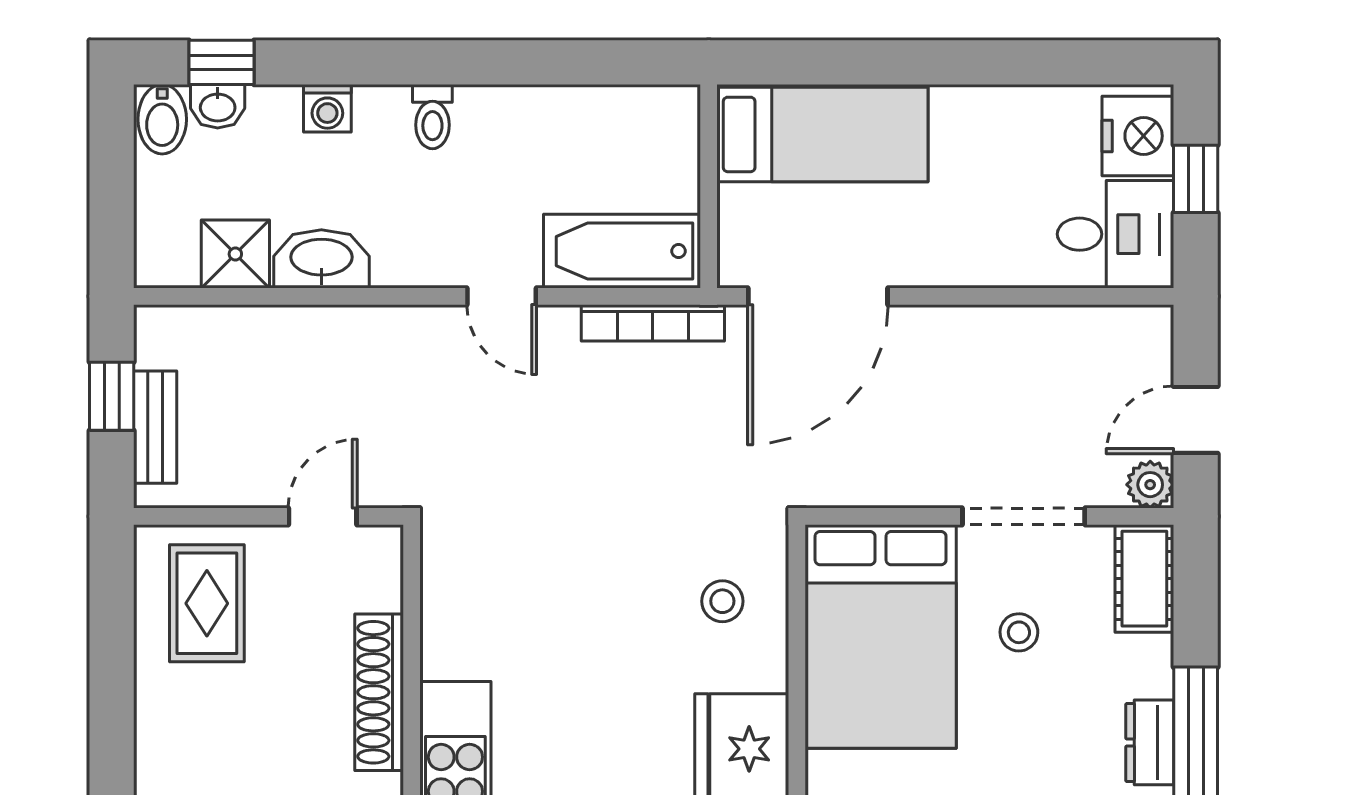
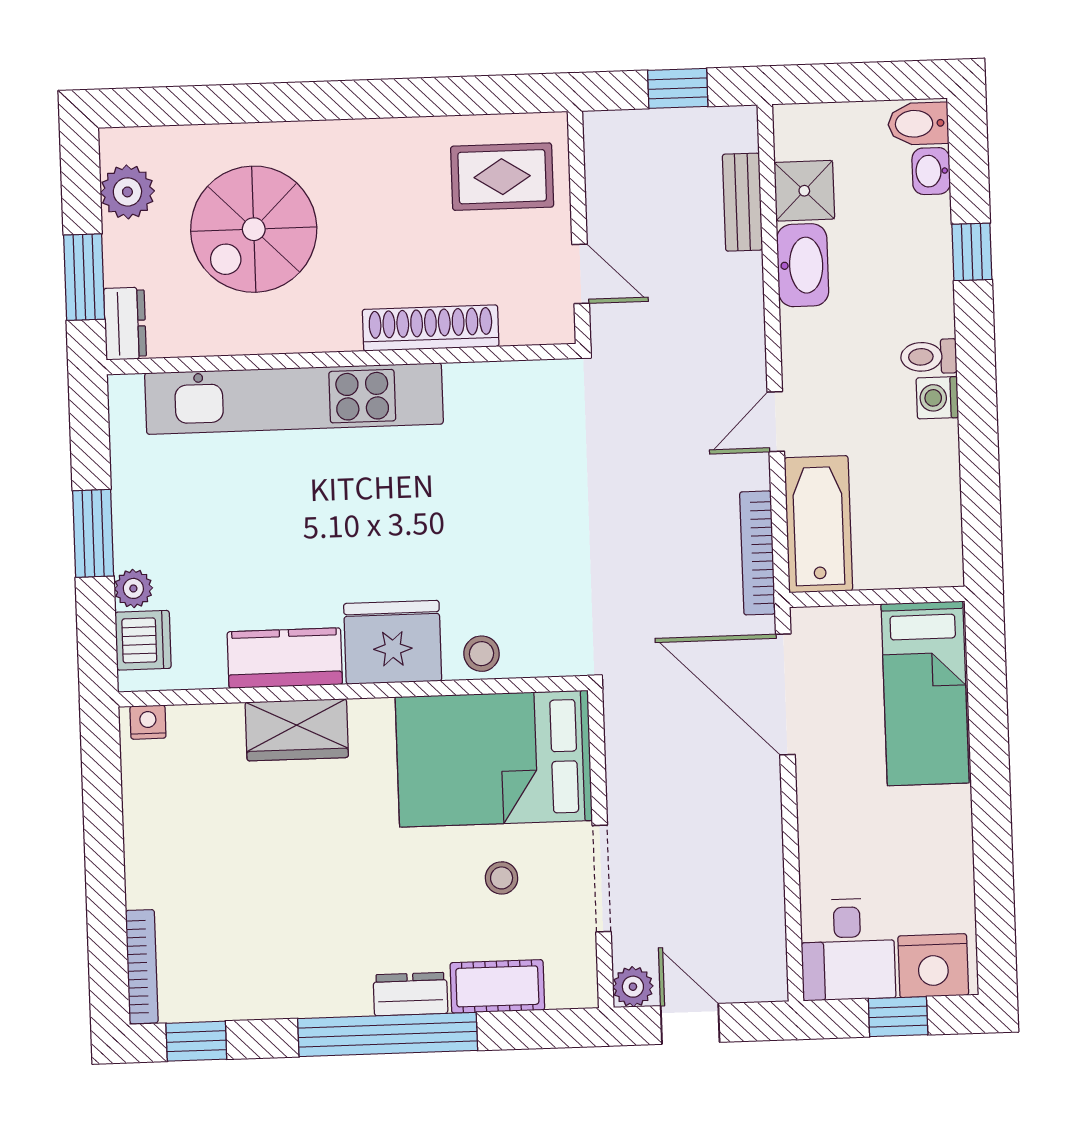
window: (221, 62) -> (972, 252), moved
washing machine: (327, 108) -> (937, 398), moved
bench: (155, 427) -> (742, 202), moved, turned 90
cot: (1144, 579) -> (497, 986), moved
stool: (722, 601) -> (482, 654), moved

